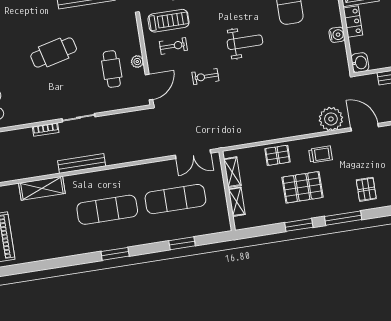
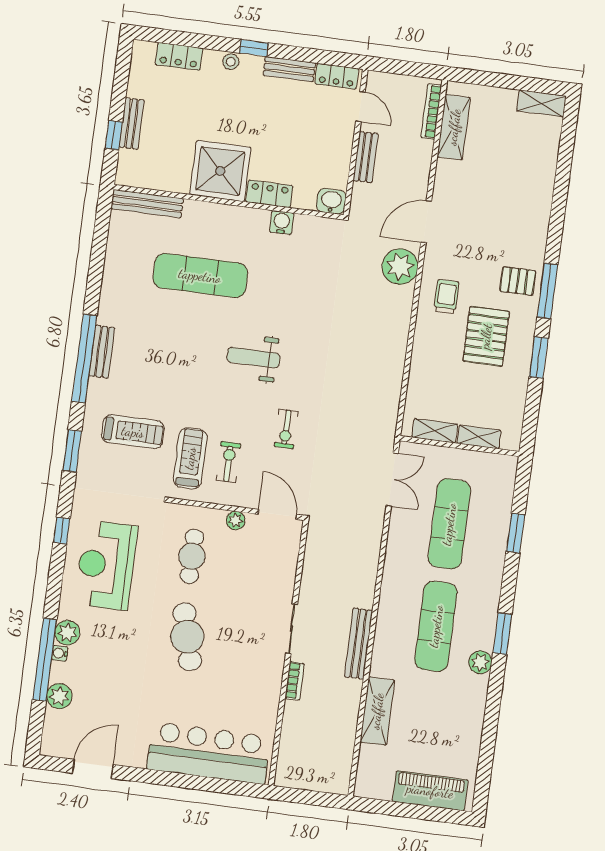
weight bench: (245, 42) -> (253, 358), turned -90
cafe table: (112, 69) -> (192, 556), moved, turned 90
pallet: (277, 155) -> (430, 359), removed
pallet: (366, 189) -> (518, 281), moved
plant: (93, 245) -> (480, 662), added

